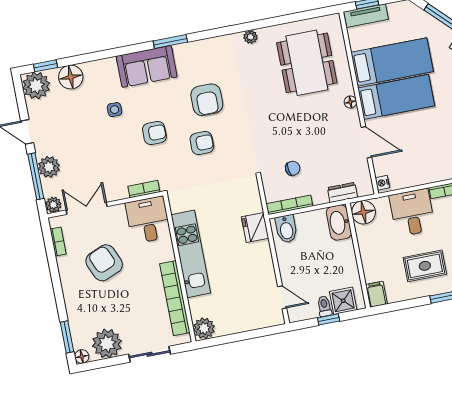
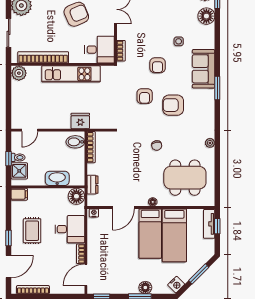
chair: (293, 168) -> (157, 145), moved
washbasin: (339, 223) -> (57, 178), moved

